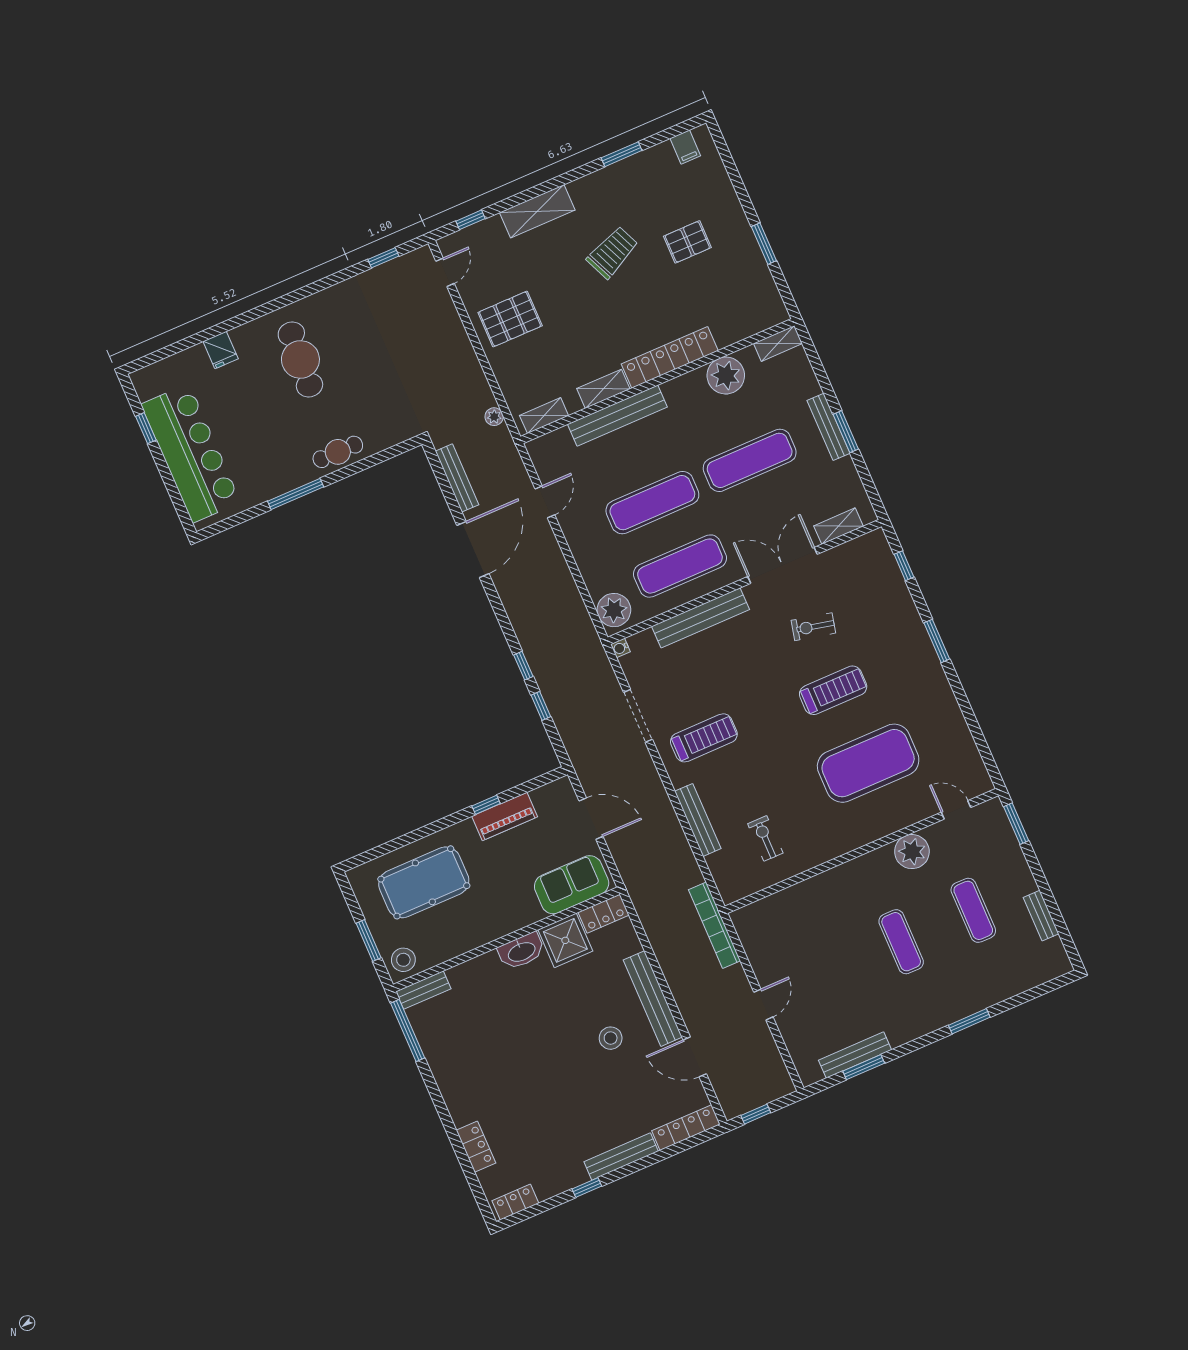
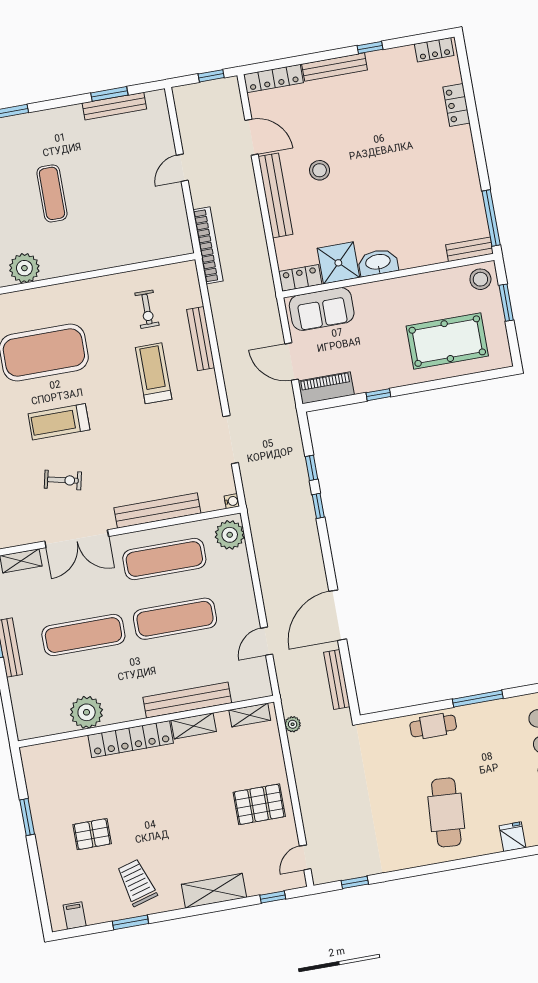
trolley: (612, 252) -> (137, 883), moved, turned 98
shelving: (778, 343) -> (35, 729), removed
treadmill: (704, 738) -> (154, 373), moved, turned 90
piano: (505, 816) -> (326, 388), moved

